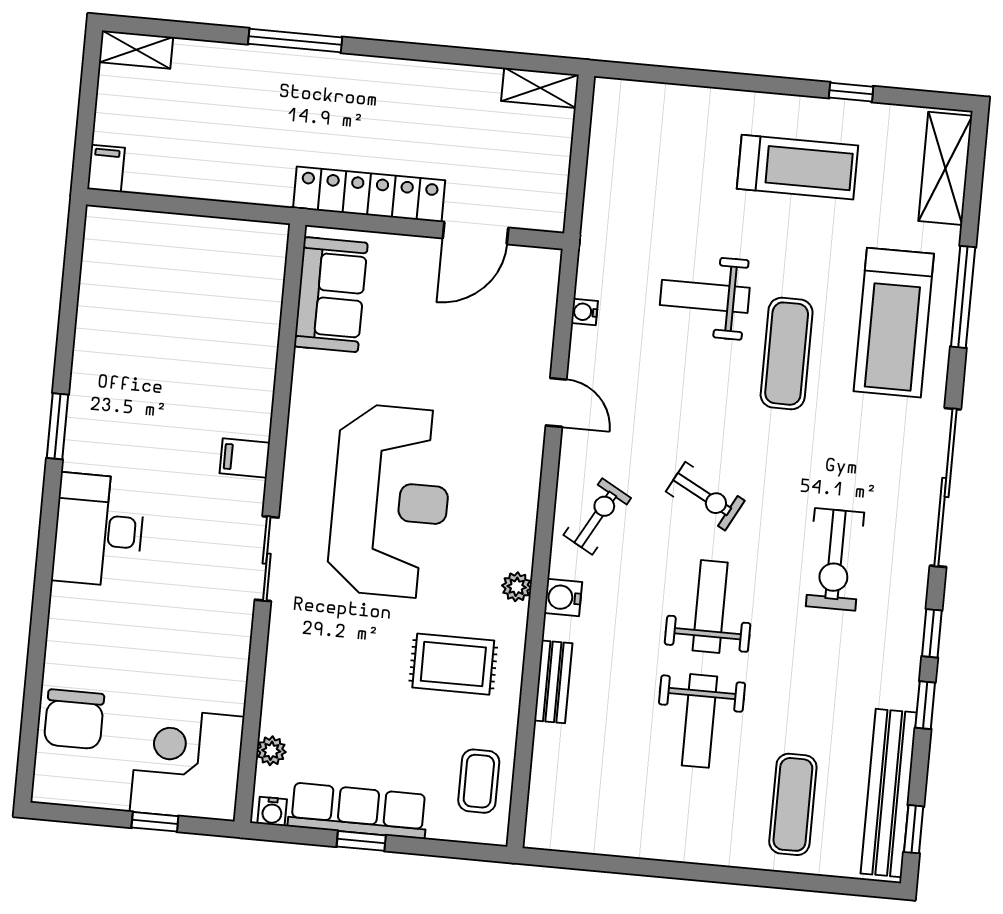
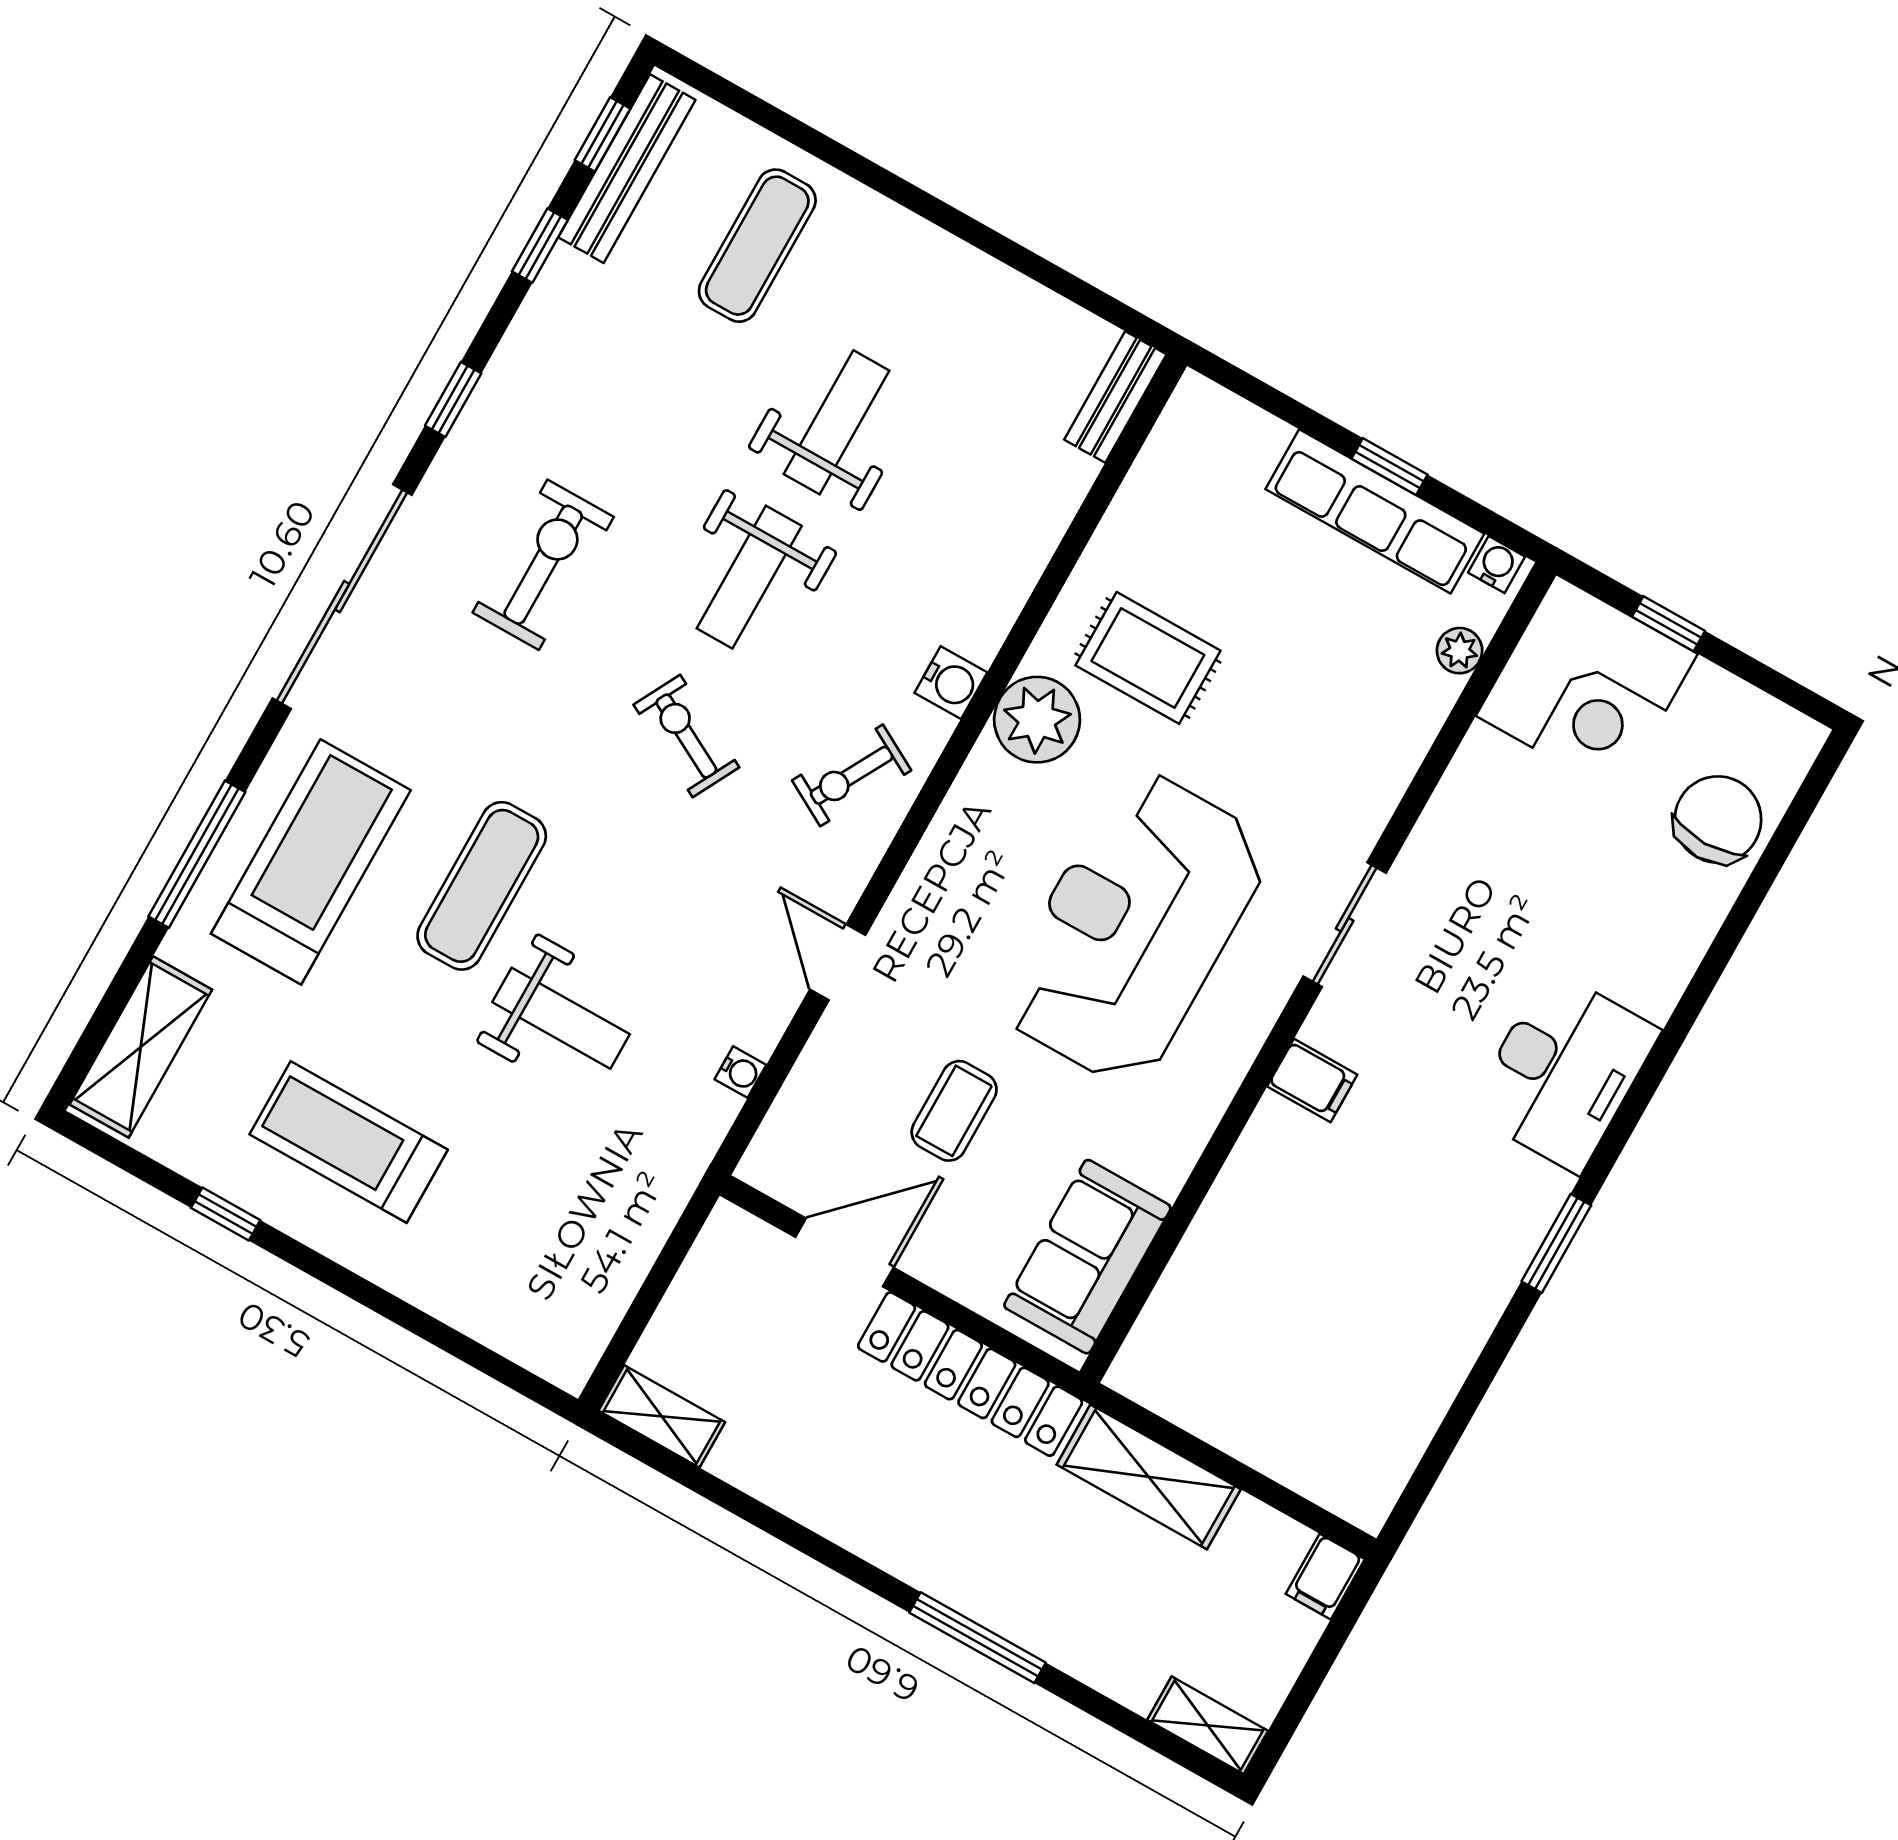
shelving: (237, 181) -> (1149, 1477), added
plant: (517, 587) -> (1037, 720), width x1.88, depth x1.88
bench: (553, 682) -> (1115, 397), moved
window: (925, 705) -> (540, 246), moved
coffee table: (479, 781) -> (954, 1111), moved
bench: (889, 793) -> (627, 169), width x0.73, depth x0.82

